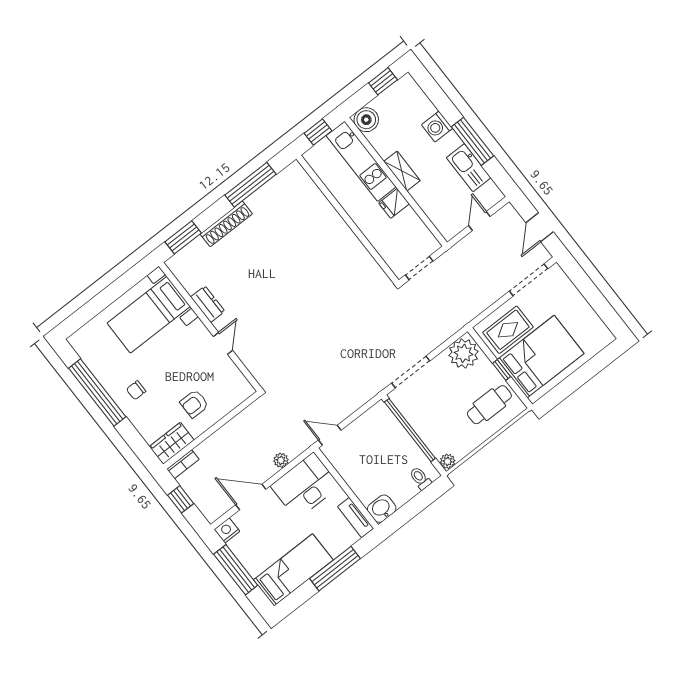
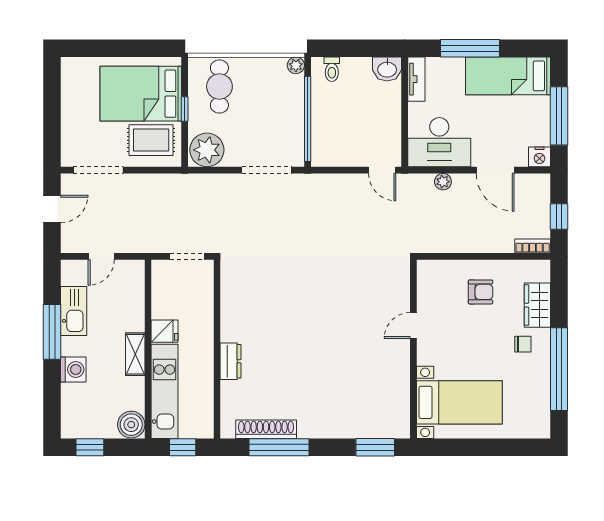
shoe rack: (226, 224) -> (266, 429), moved
dresser: (208, 304) -> (231, 361), moved, turned 180
cafe table: (489, 405) -> (219, 87), turned 90
wardrobe: (172, 443) -> (537, 305), moved, turned 90

